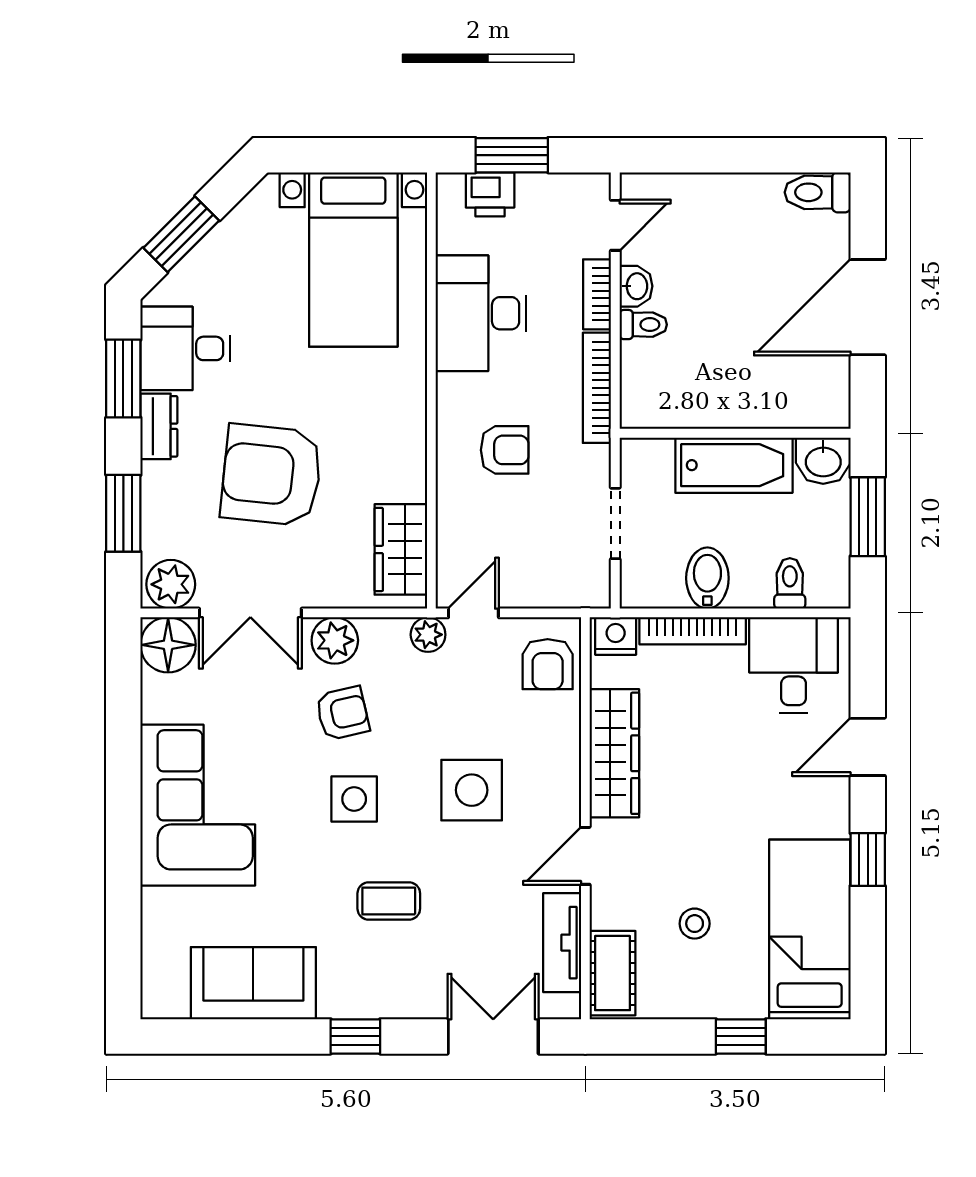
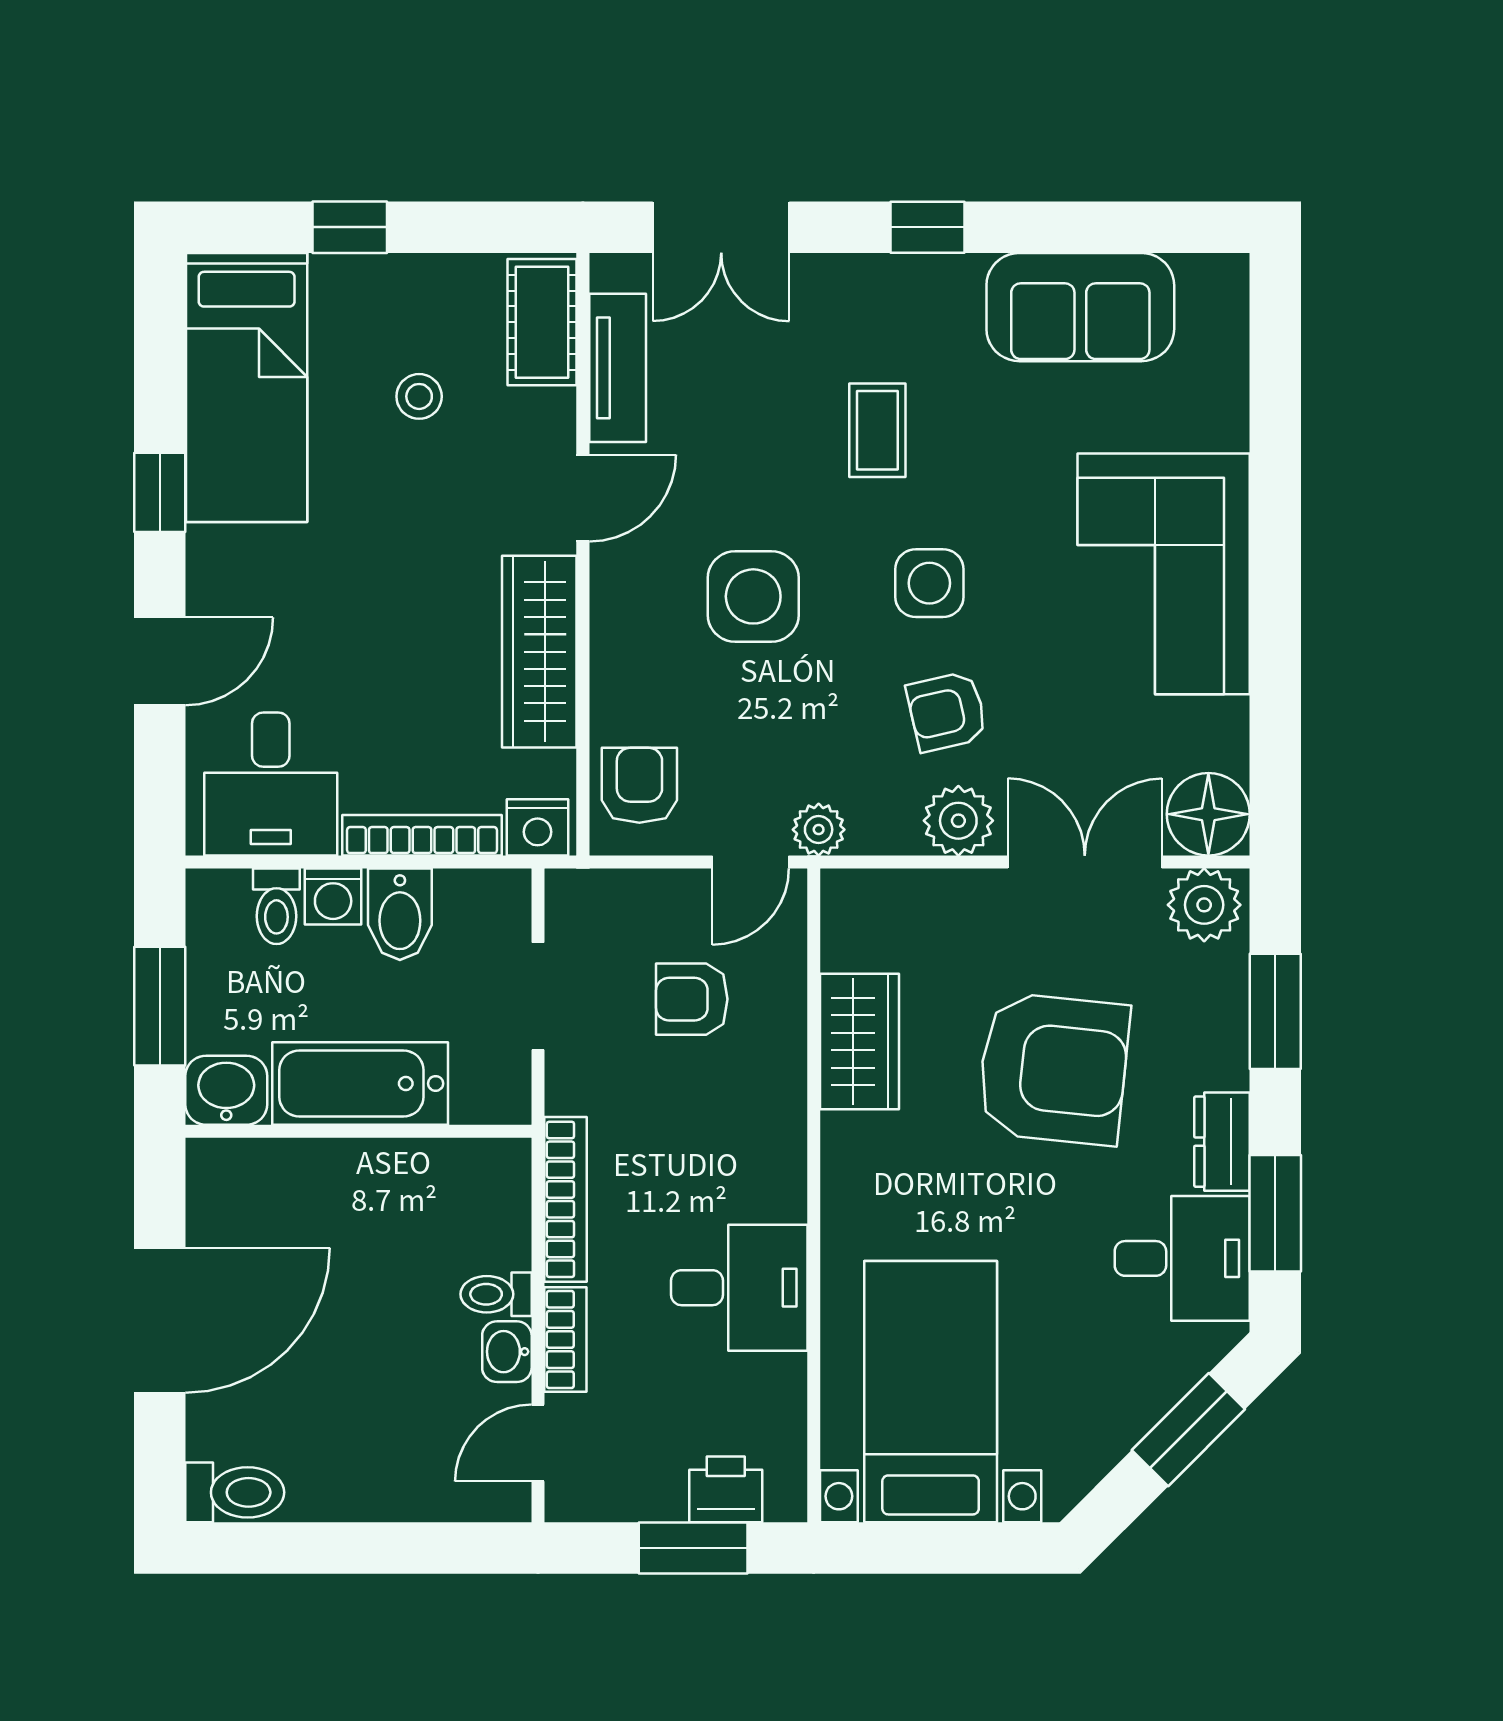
desk: (481, 313) -> (739, 1288), width x0.73
armchair: (505, 450) -> (692, 999), moved
wardrobe: (401, 549) -> (859, 1041), moved
washing machine: (752, 590) -> (333, 897), added
coffee table: (389, 901) -> (877, 430), turned 90

